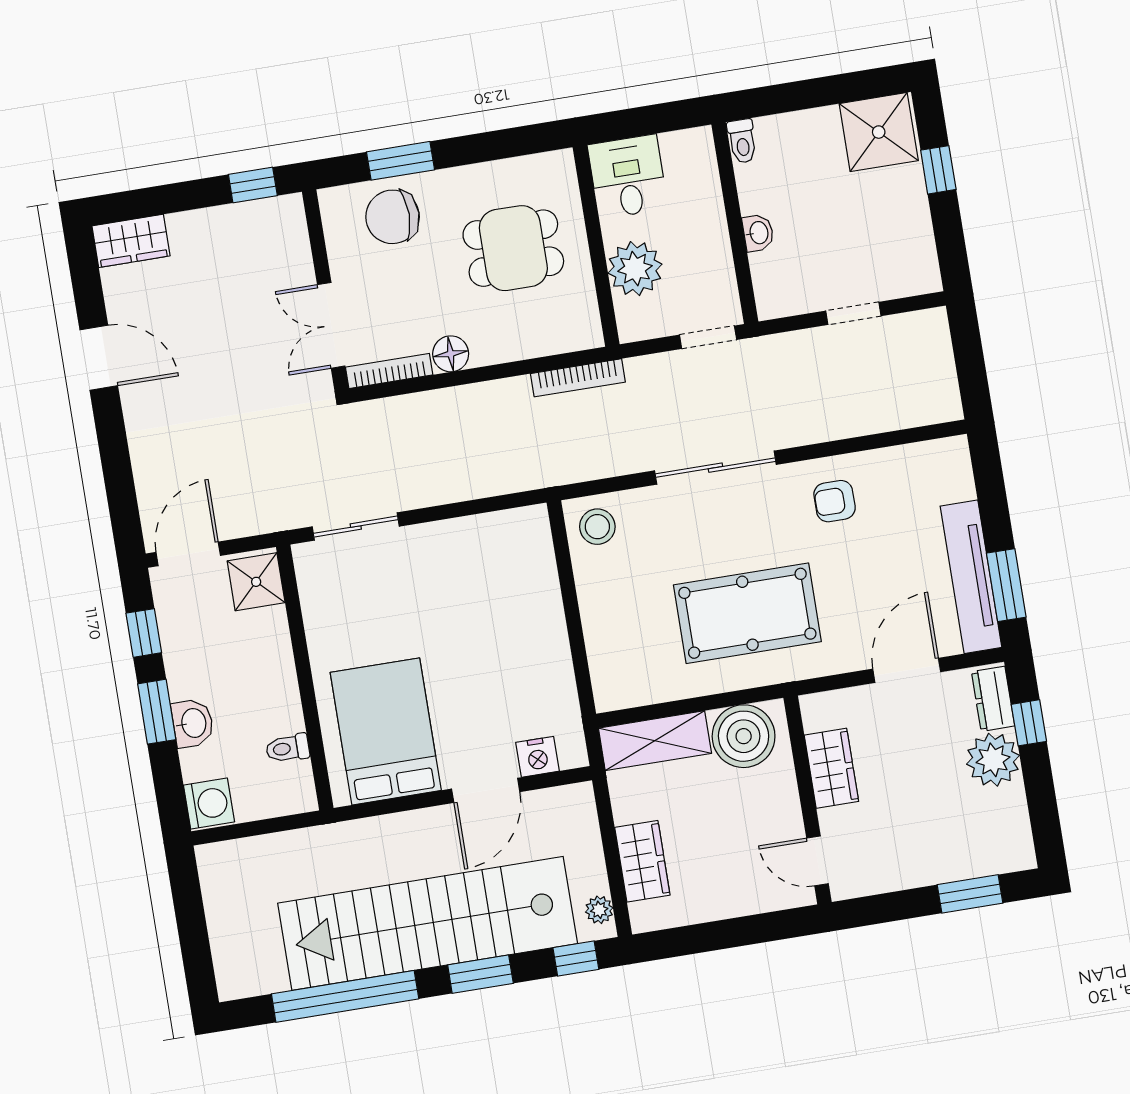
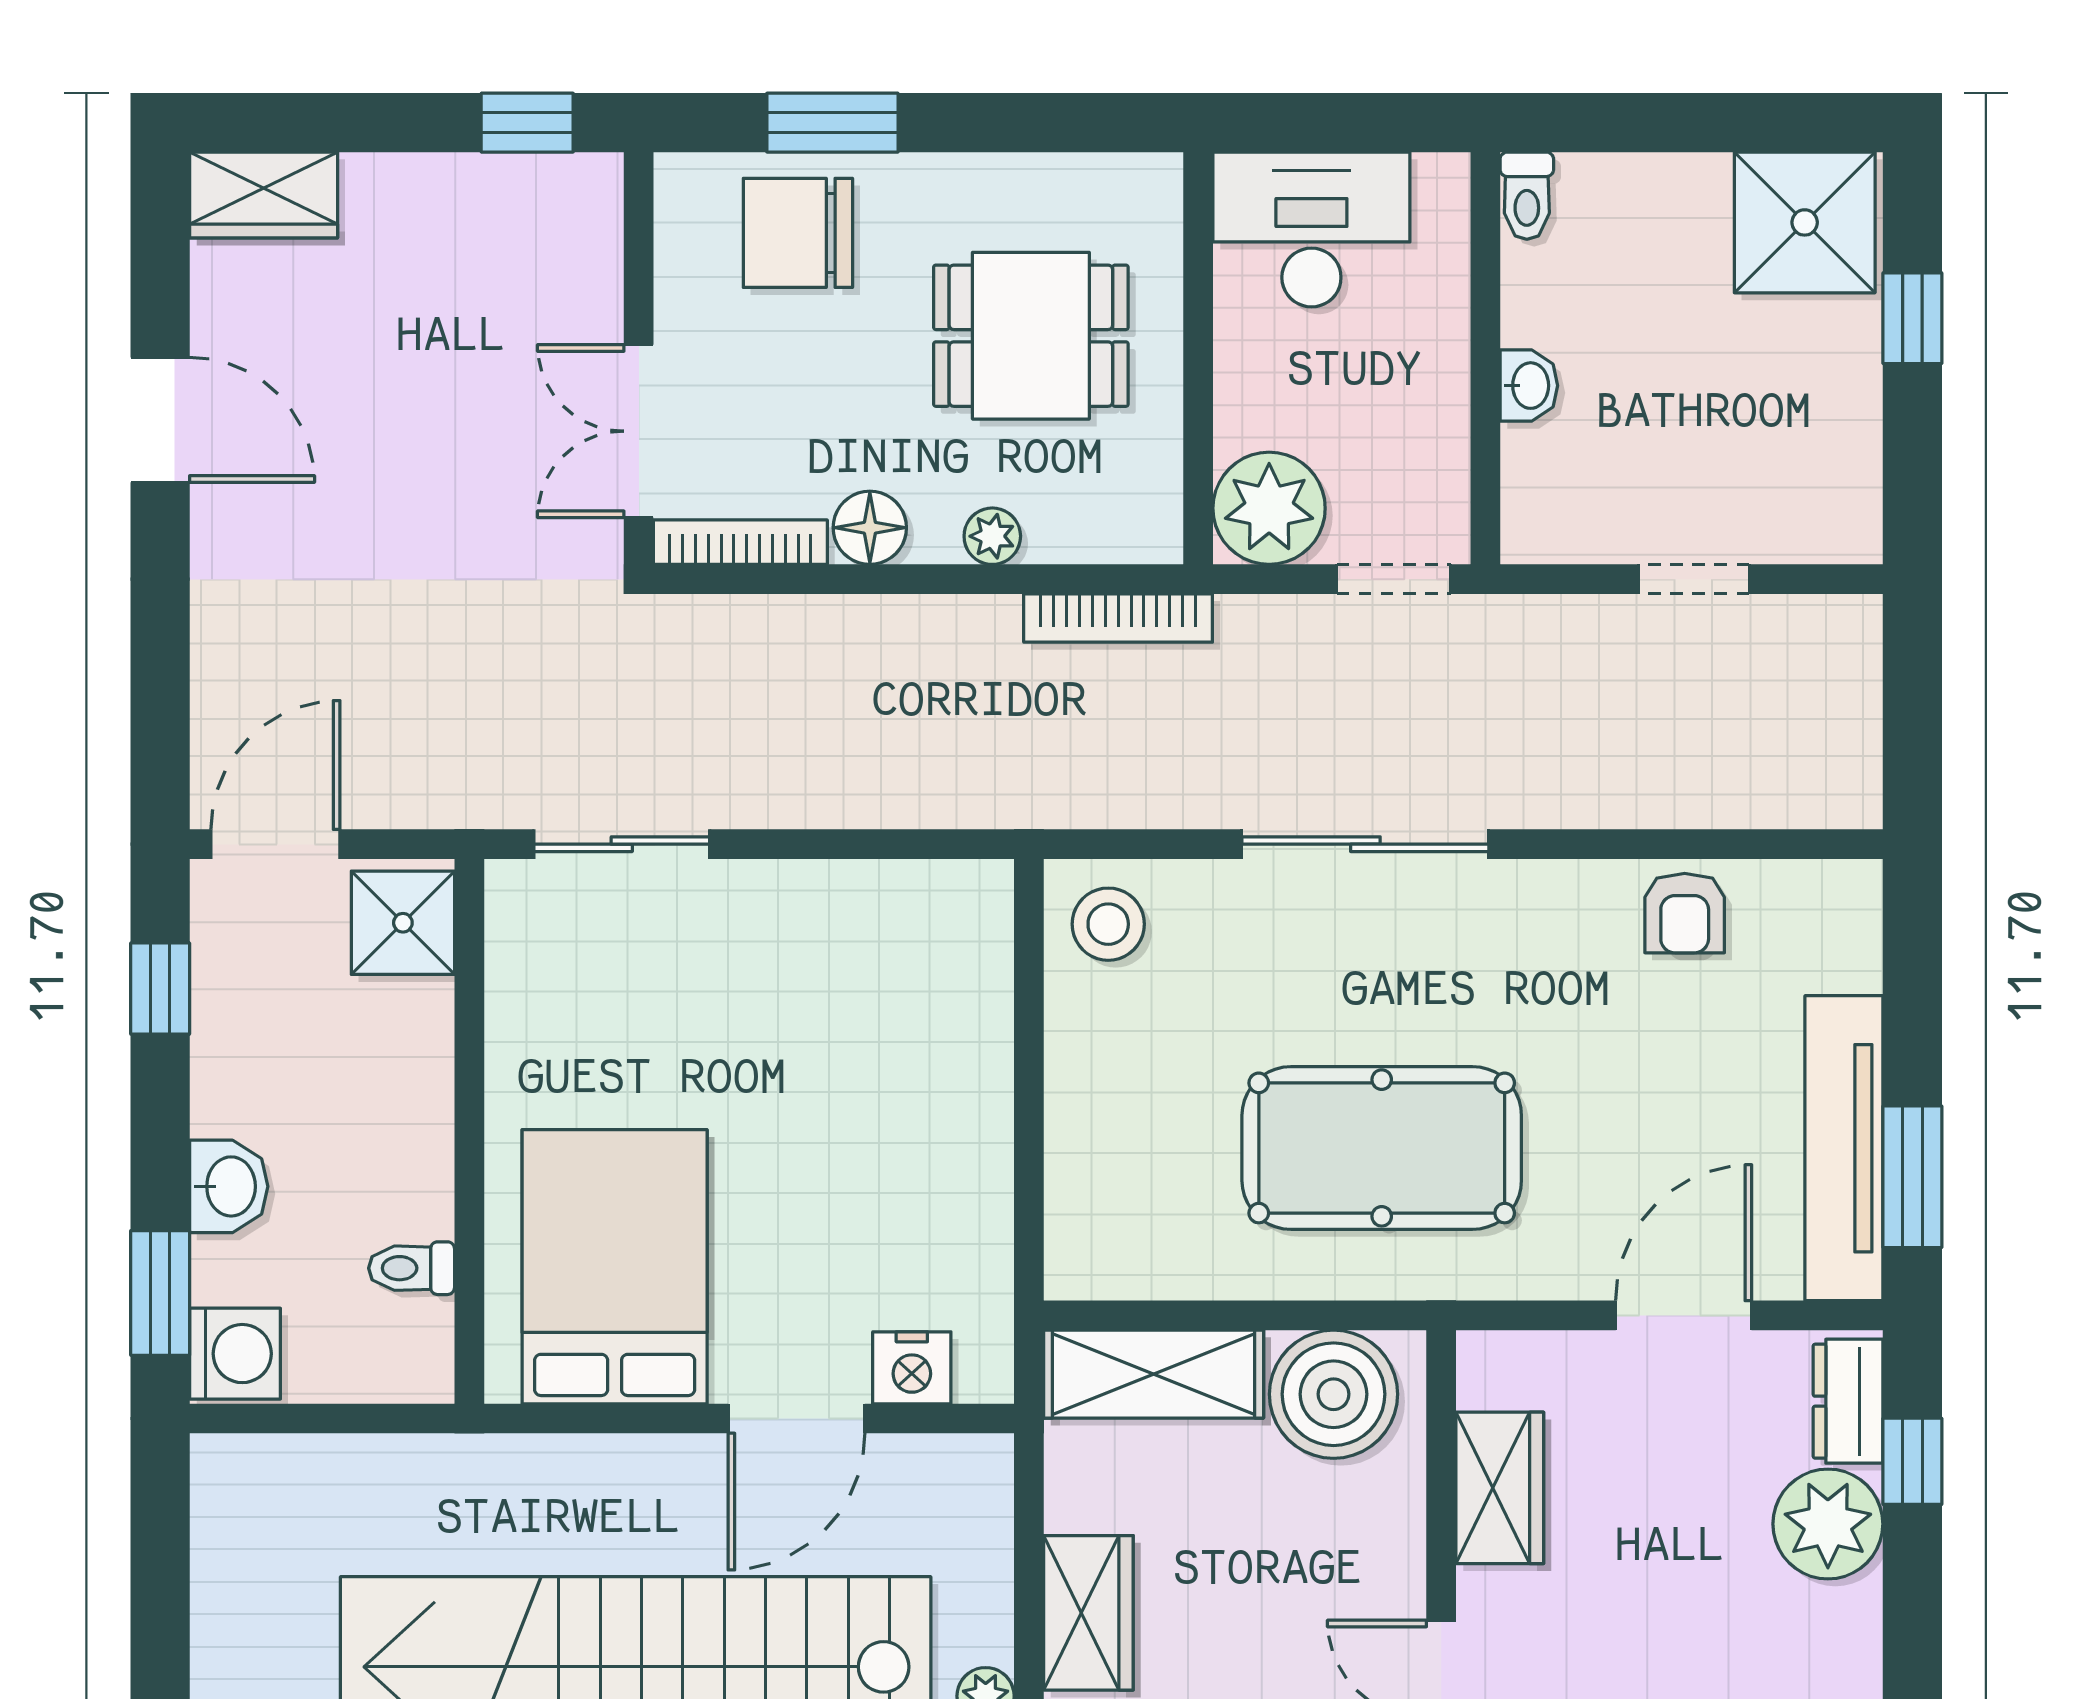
desk: (628, 177) -> (1311, 230), width x1.37
plant: (635, 269) -> (1269, 508), moved
plant: (511, 348) -> (992, 536), added
armchair: (835, 501) -> (1685, 913), moved, turned -90
window: (157, 712) -> (160, 1293), moved

